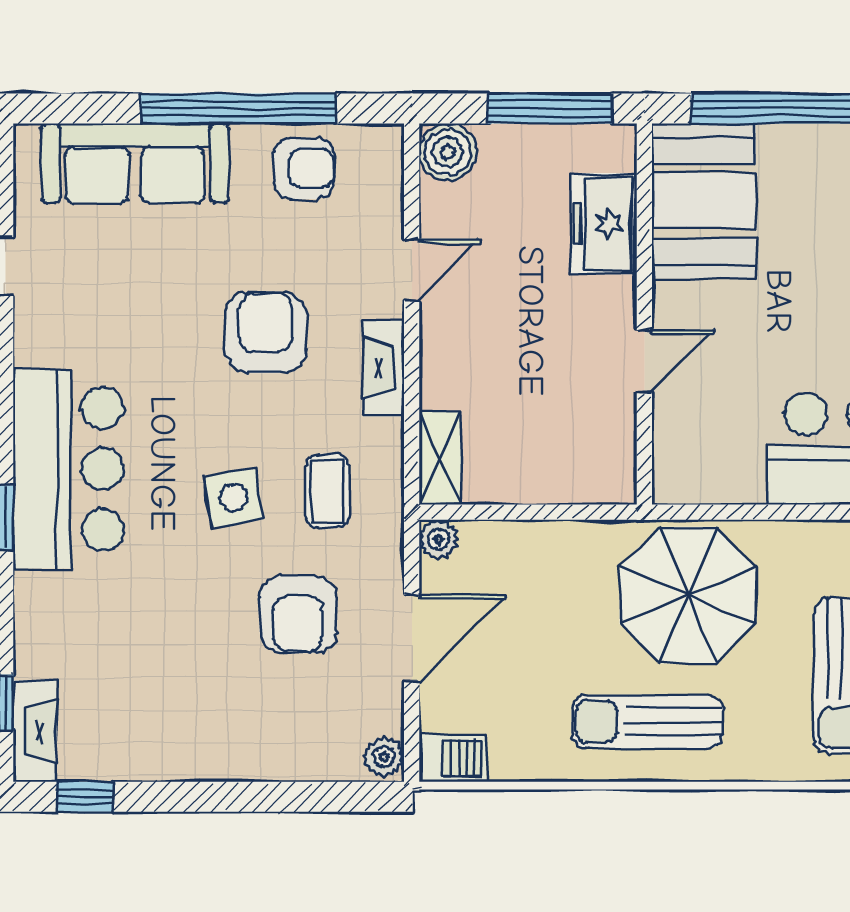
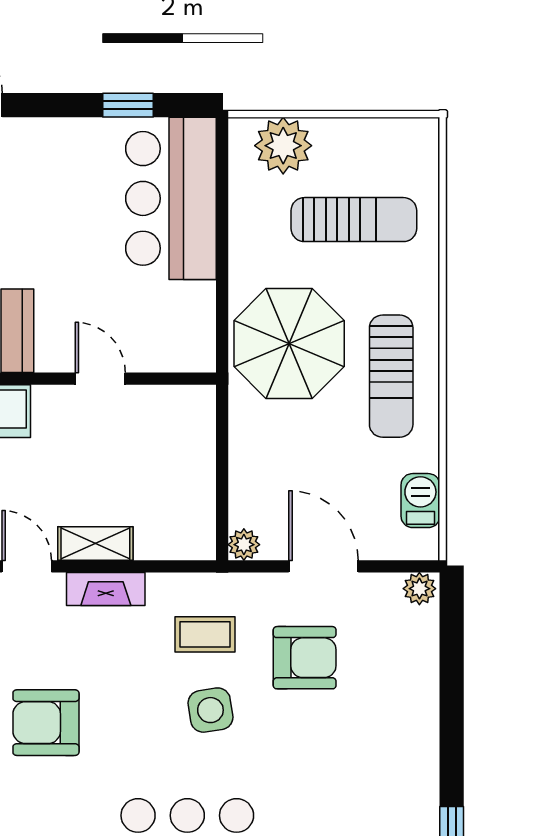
armchair: (266, 332) -> (46, 723), moved
shelving: (440, 458) -> (95, 543), moved
barbecue: (453, 758) -> (420, 501), moved

